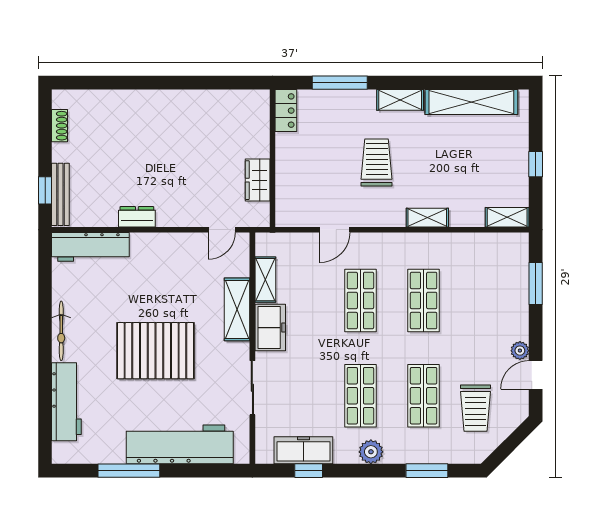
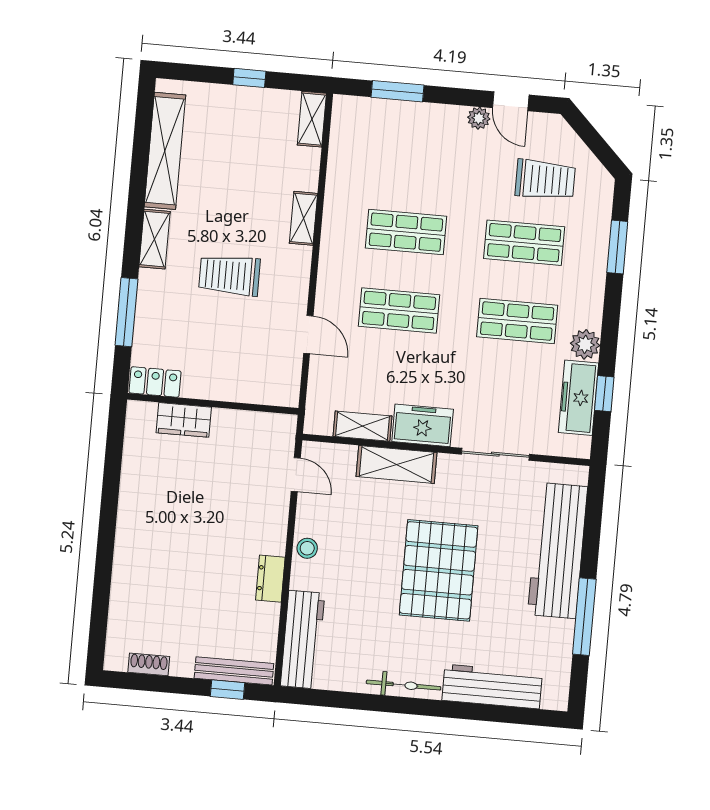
wardrobe: (258, 180) -> (184, 420), moved
stool: (164, 244) -> (307, 548), added
plant: (371, 452) -> (585, 344), moved

